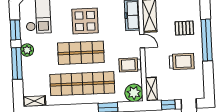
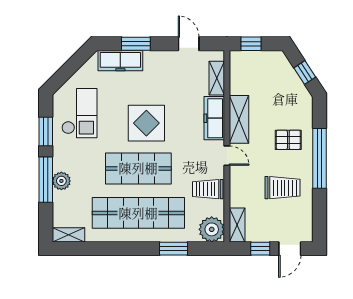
plant: (27, 50) -> (61, 181), moved

